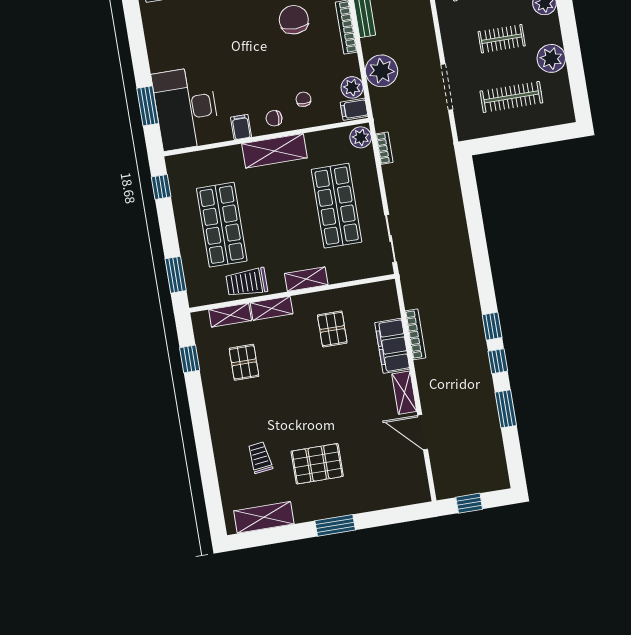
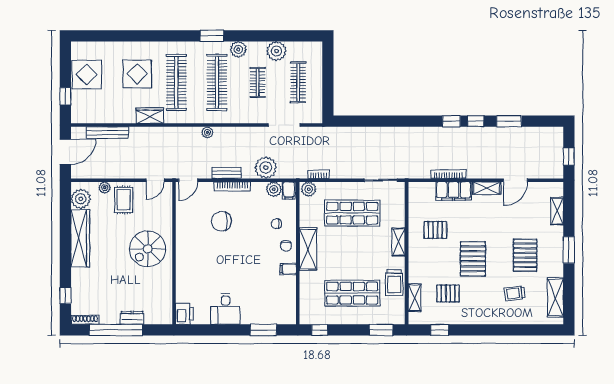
desk: (186, 108) -> (225, 309), moved, width x0.53, depth x0.77
shelving: (272, 308) -> (557, 211), moved
pallet: (300, 390) -> (473, 259), added

